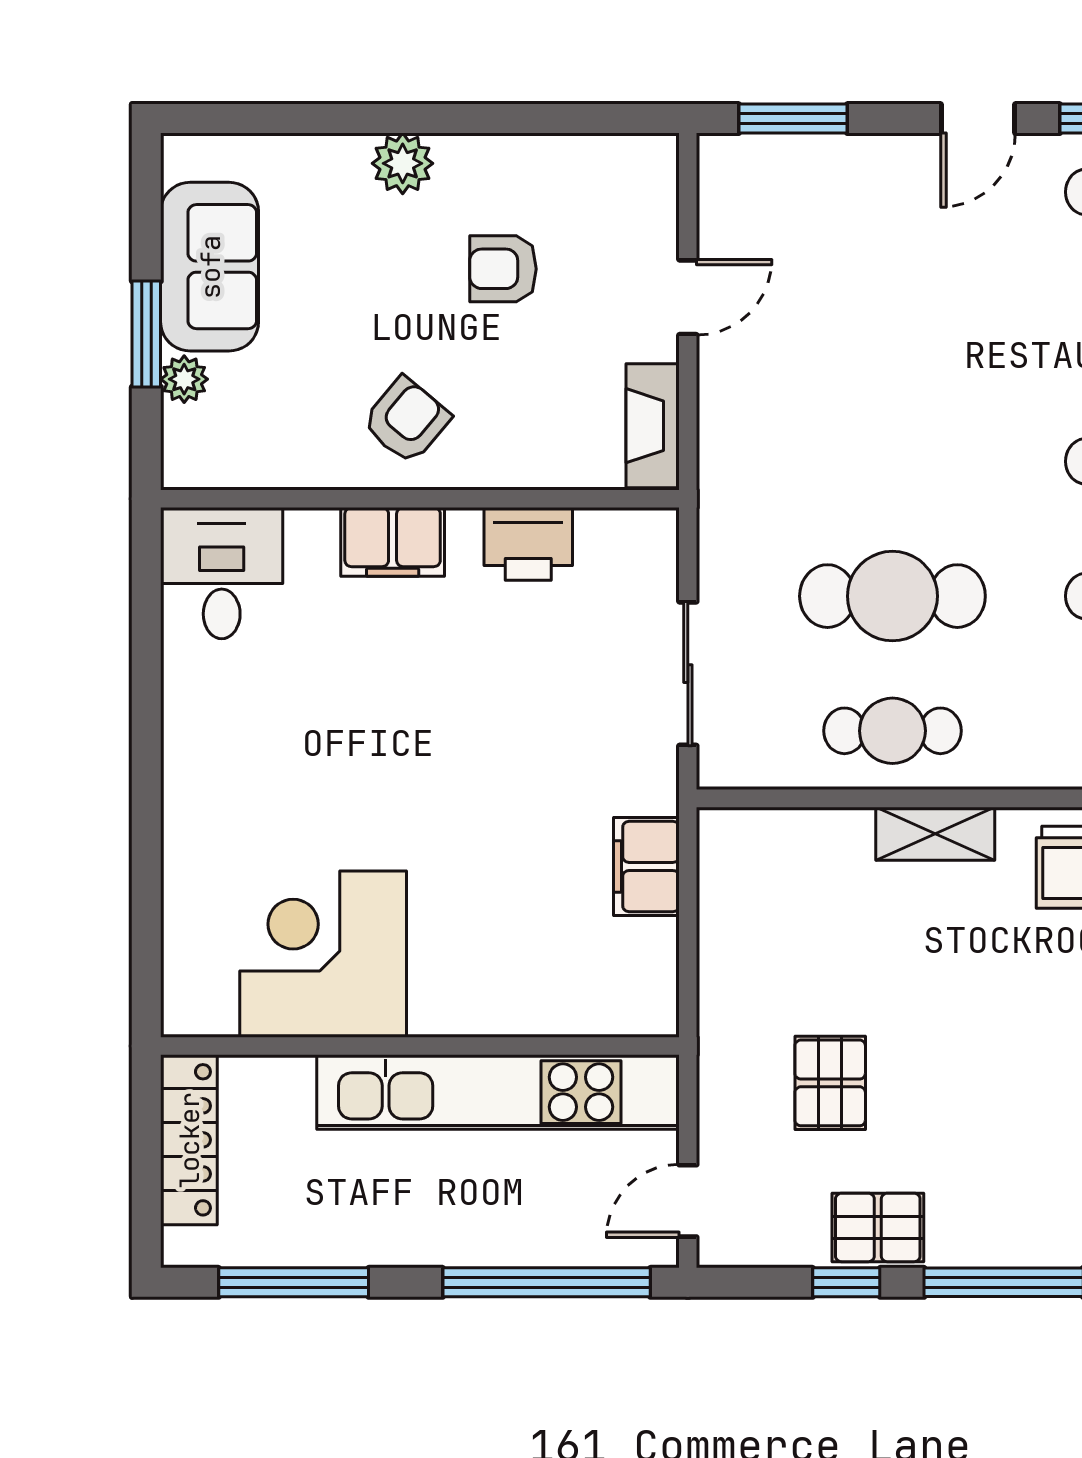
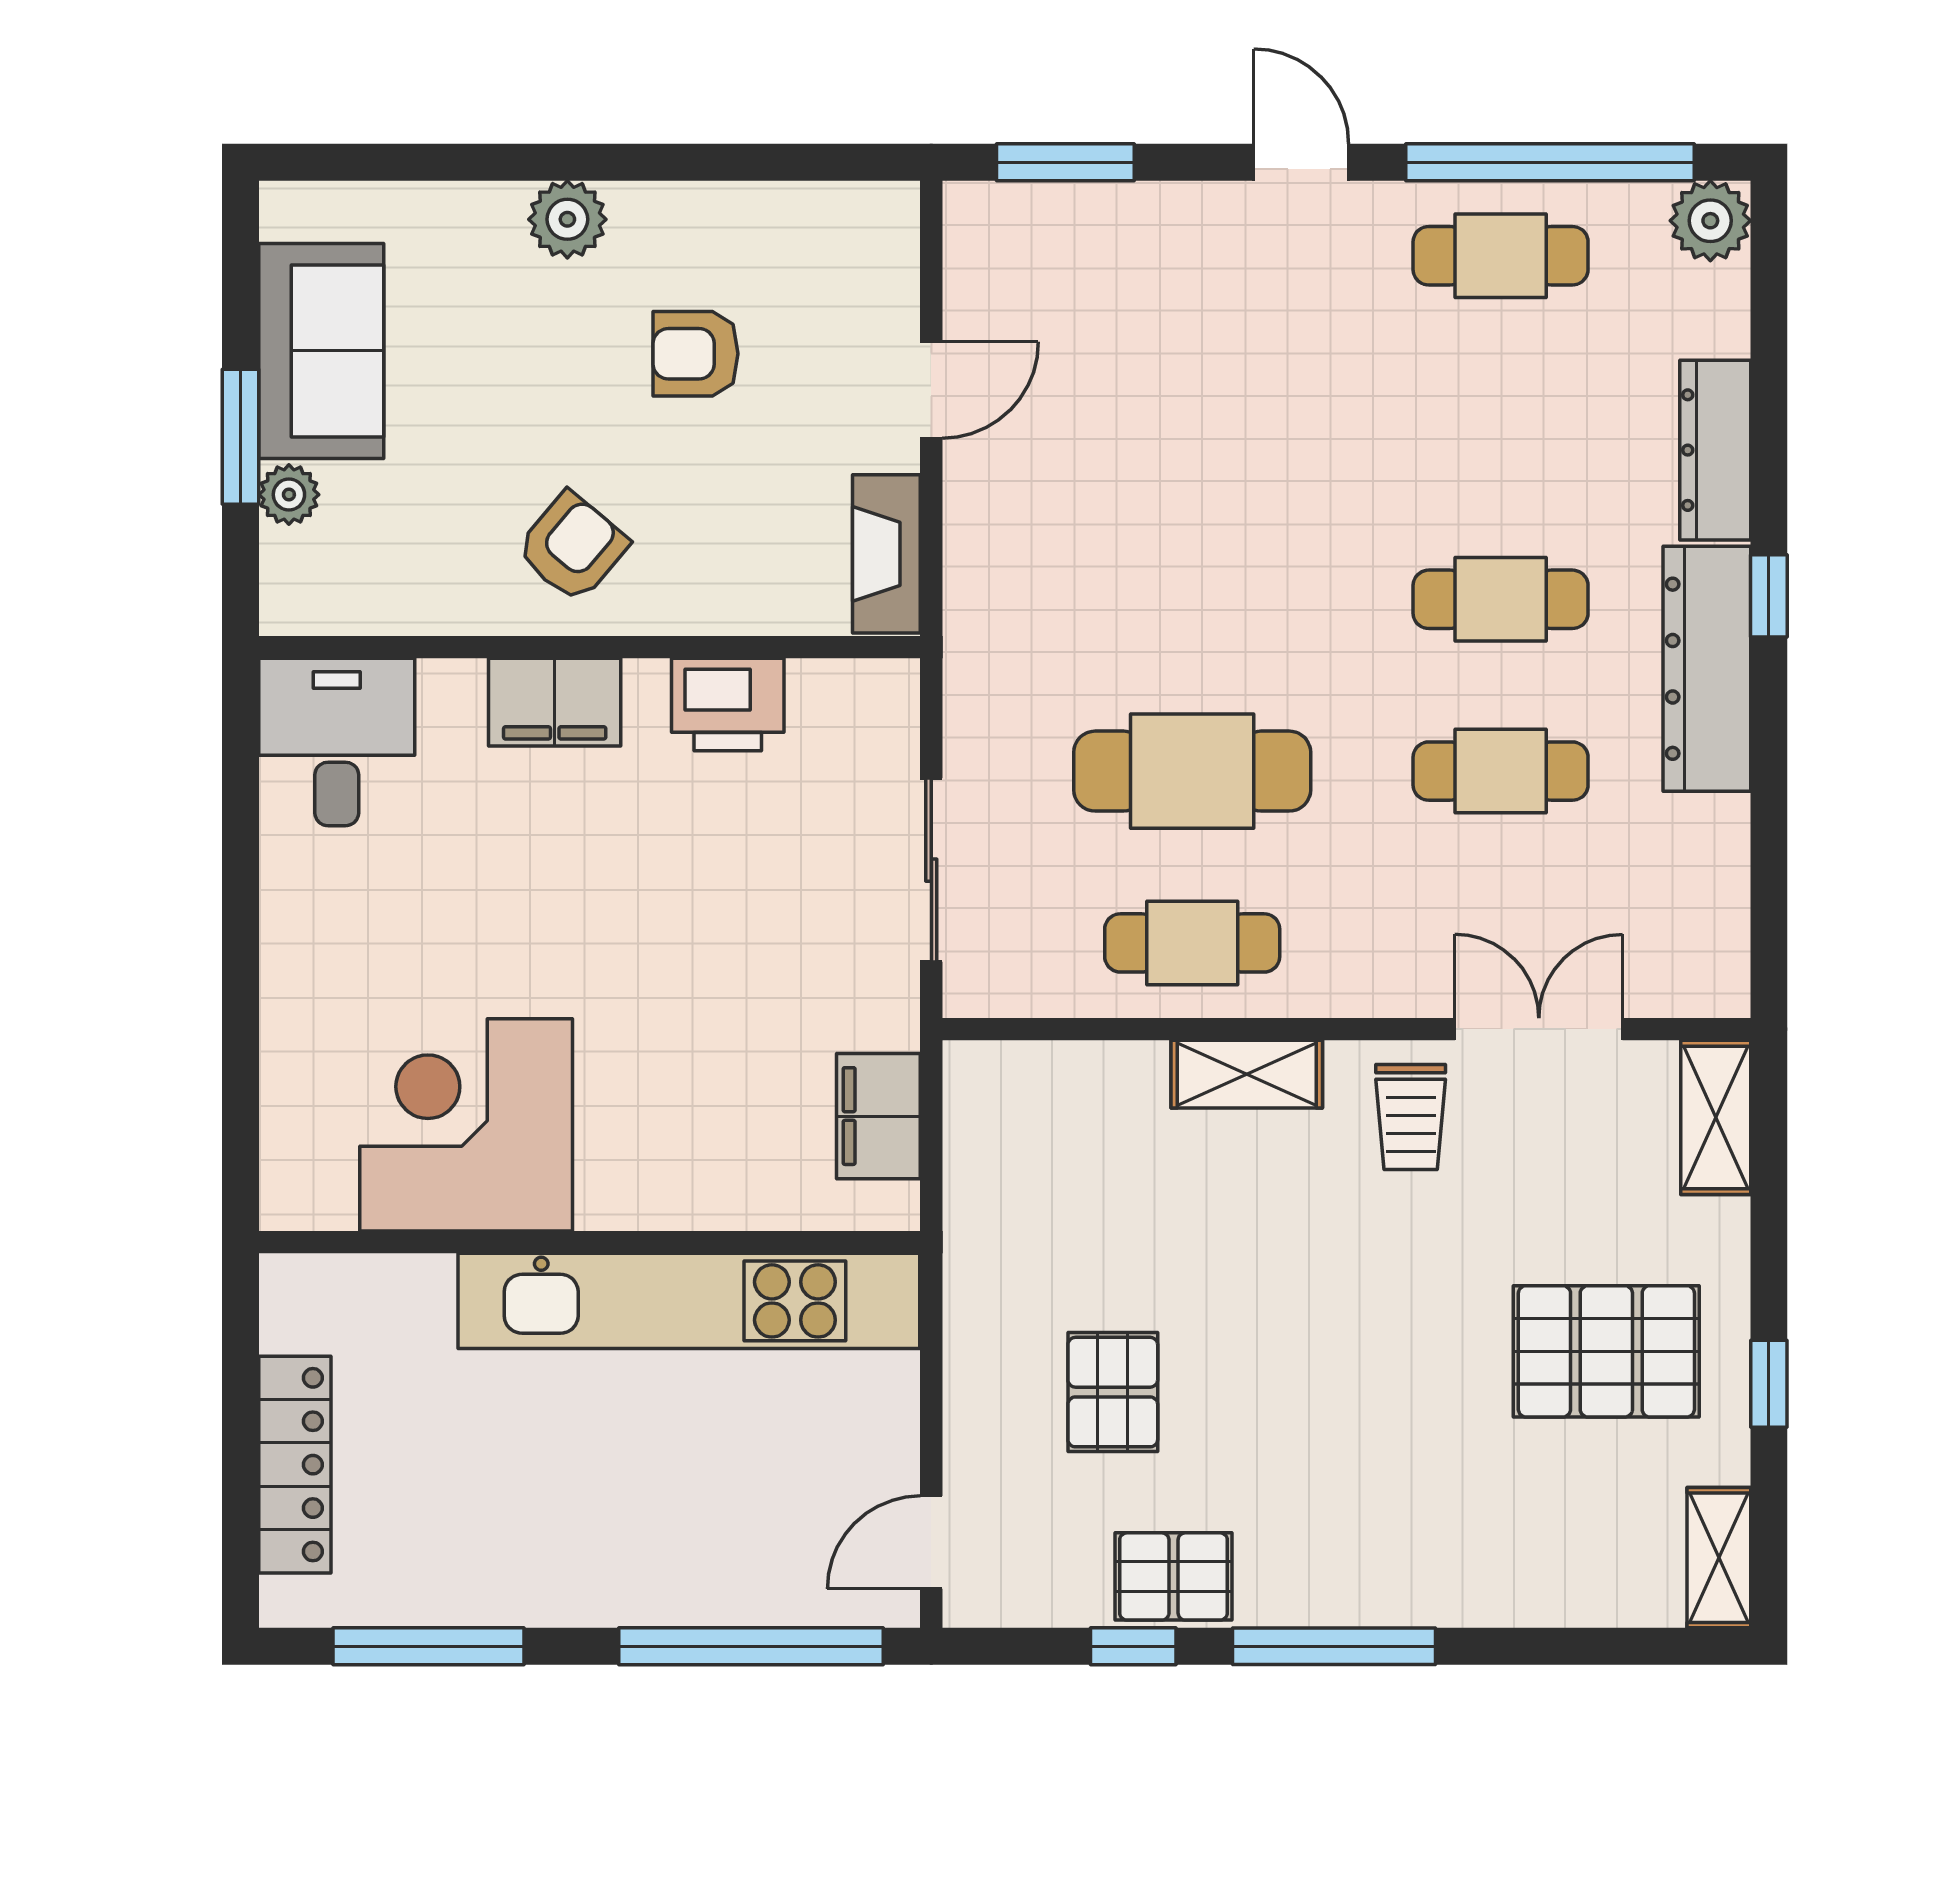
door: (978, 119) -> (1301, 162), swing flipped
corner desk: (323, 954) -> (466, 1125), moved
wall: (420, 1046) -> (590, 1242), moved
kitchen unit: (498, 1092) -> (689, 1301), moved

